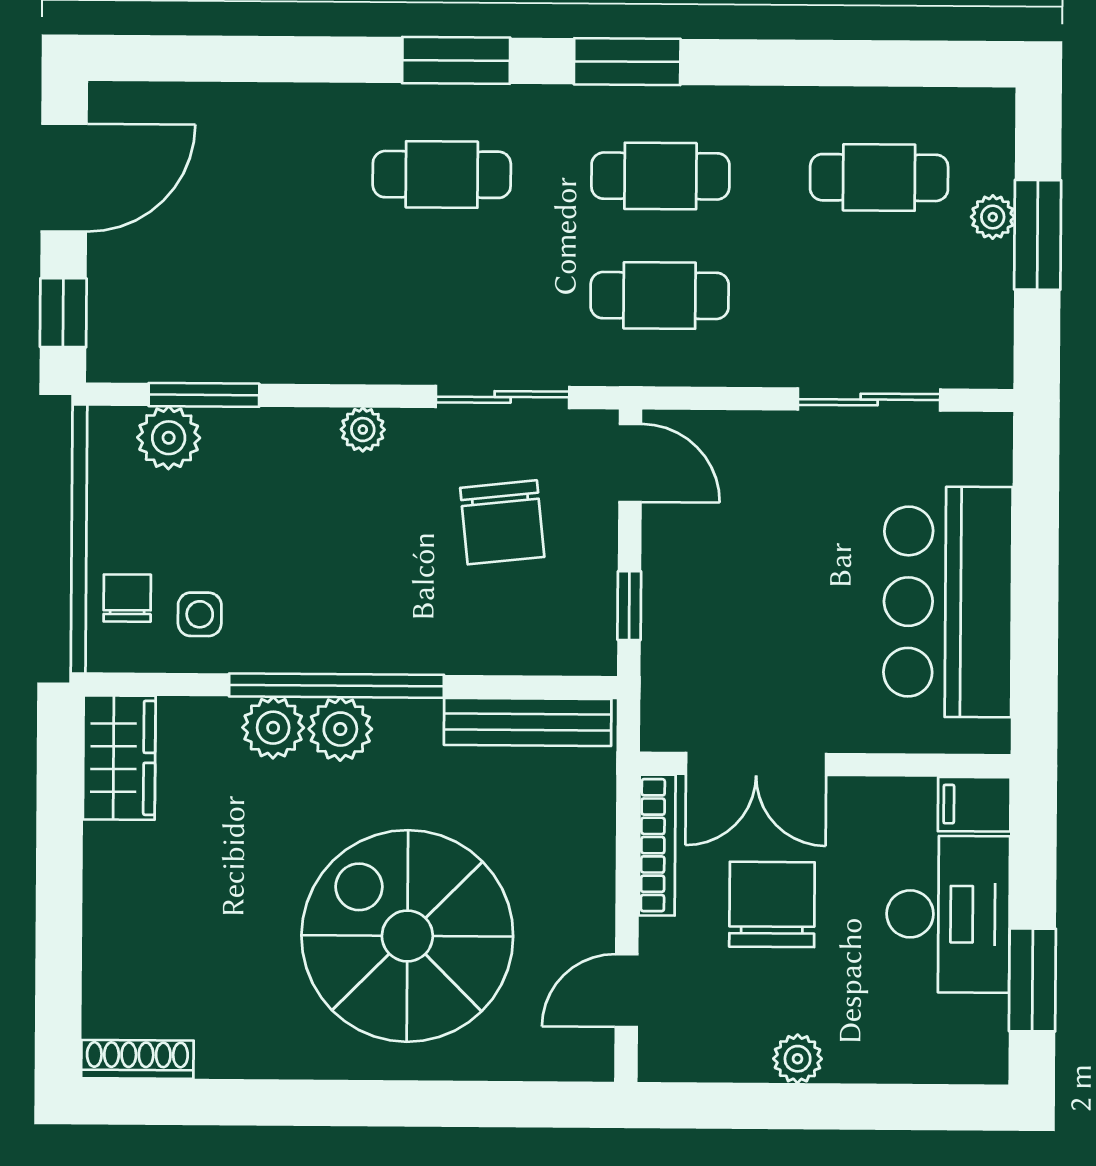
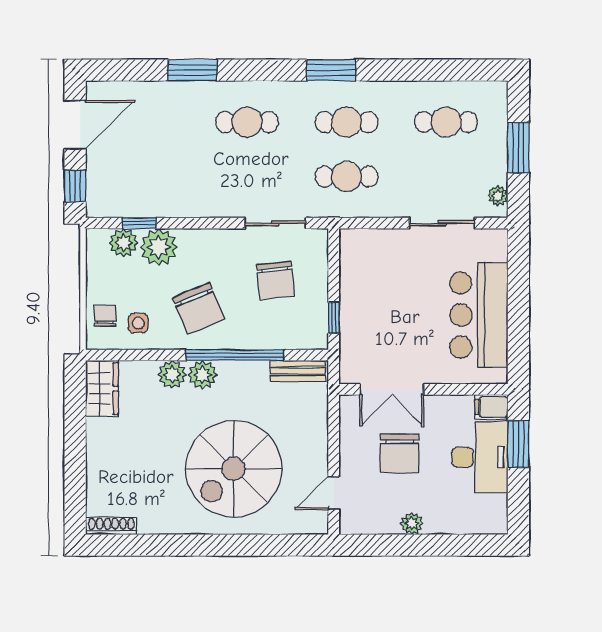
window: (456, 60) -> (192, 70), moved
plant: (993, 217) -> (498, 196), moved
window: (204, 395) -> (139, 223), width x0.67
plant: (363, 430) -> (159, 247), moved, width x1.88, depth x1.88
door: (630, 463) -> (334, 253), removed
chair: (333, 583) -> (199, 309), added
window: (336, 686) -> (235, 355), moved
bench: (528, 722) -> (298, 371), width x0.73
bookcase: (657, 845) -> (347, 427), removed
chair: (772, 904) -> (400, 453), turned 180
spiral stairs: (407, 936) -> (234, 469), turned -90
window: (1032, 980) -> (518, 444), moved

